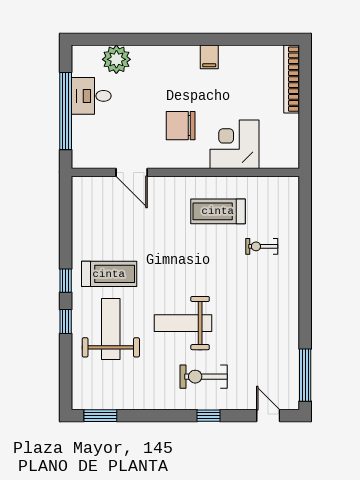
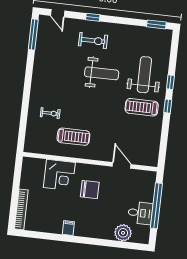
weight bench: (111, 329) -> (144, 75), turned 180

